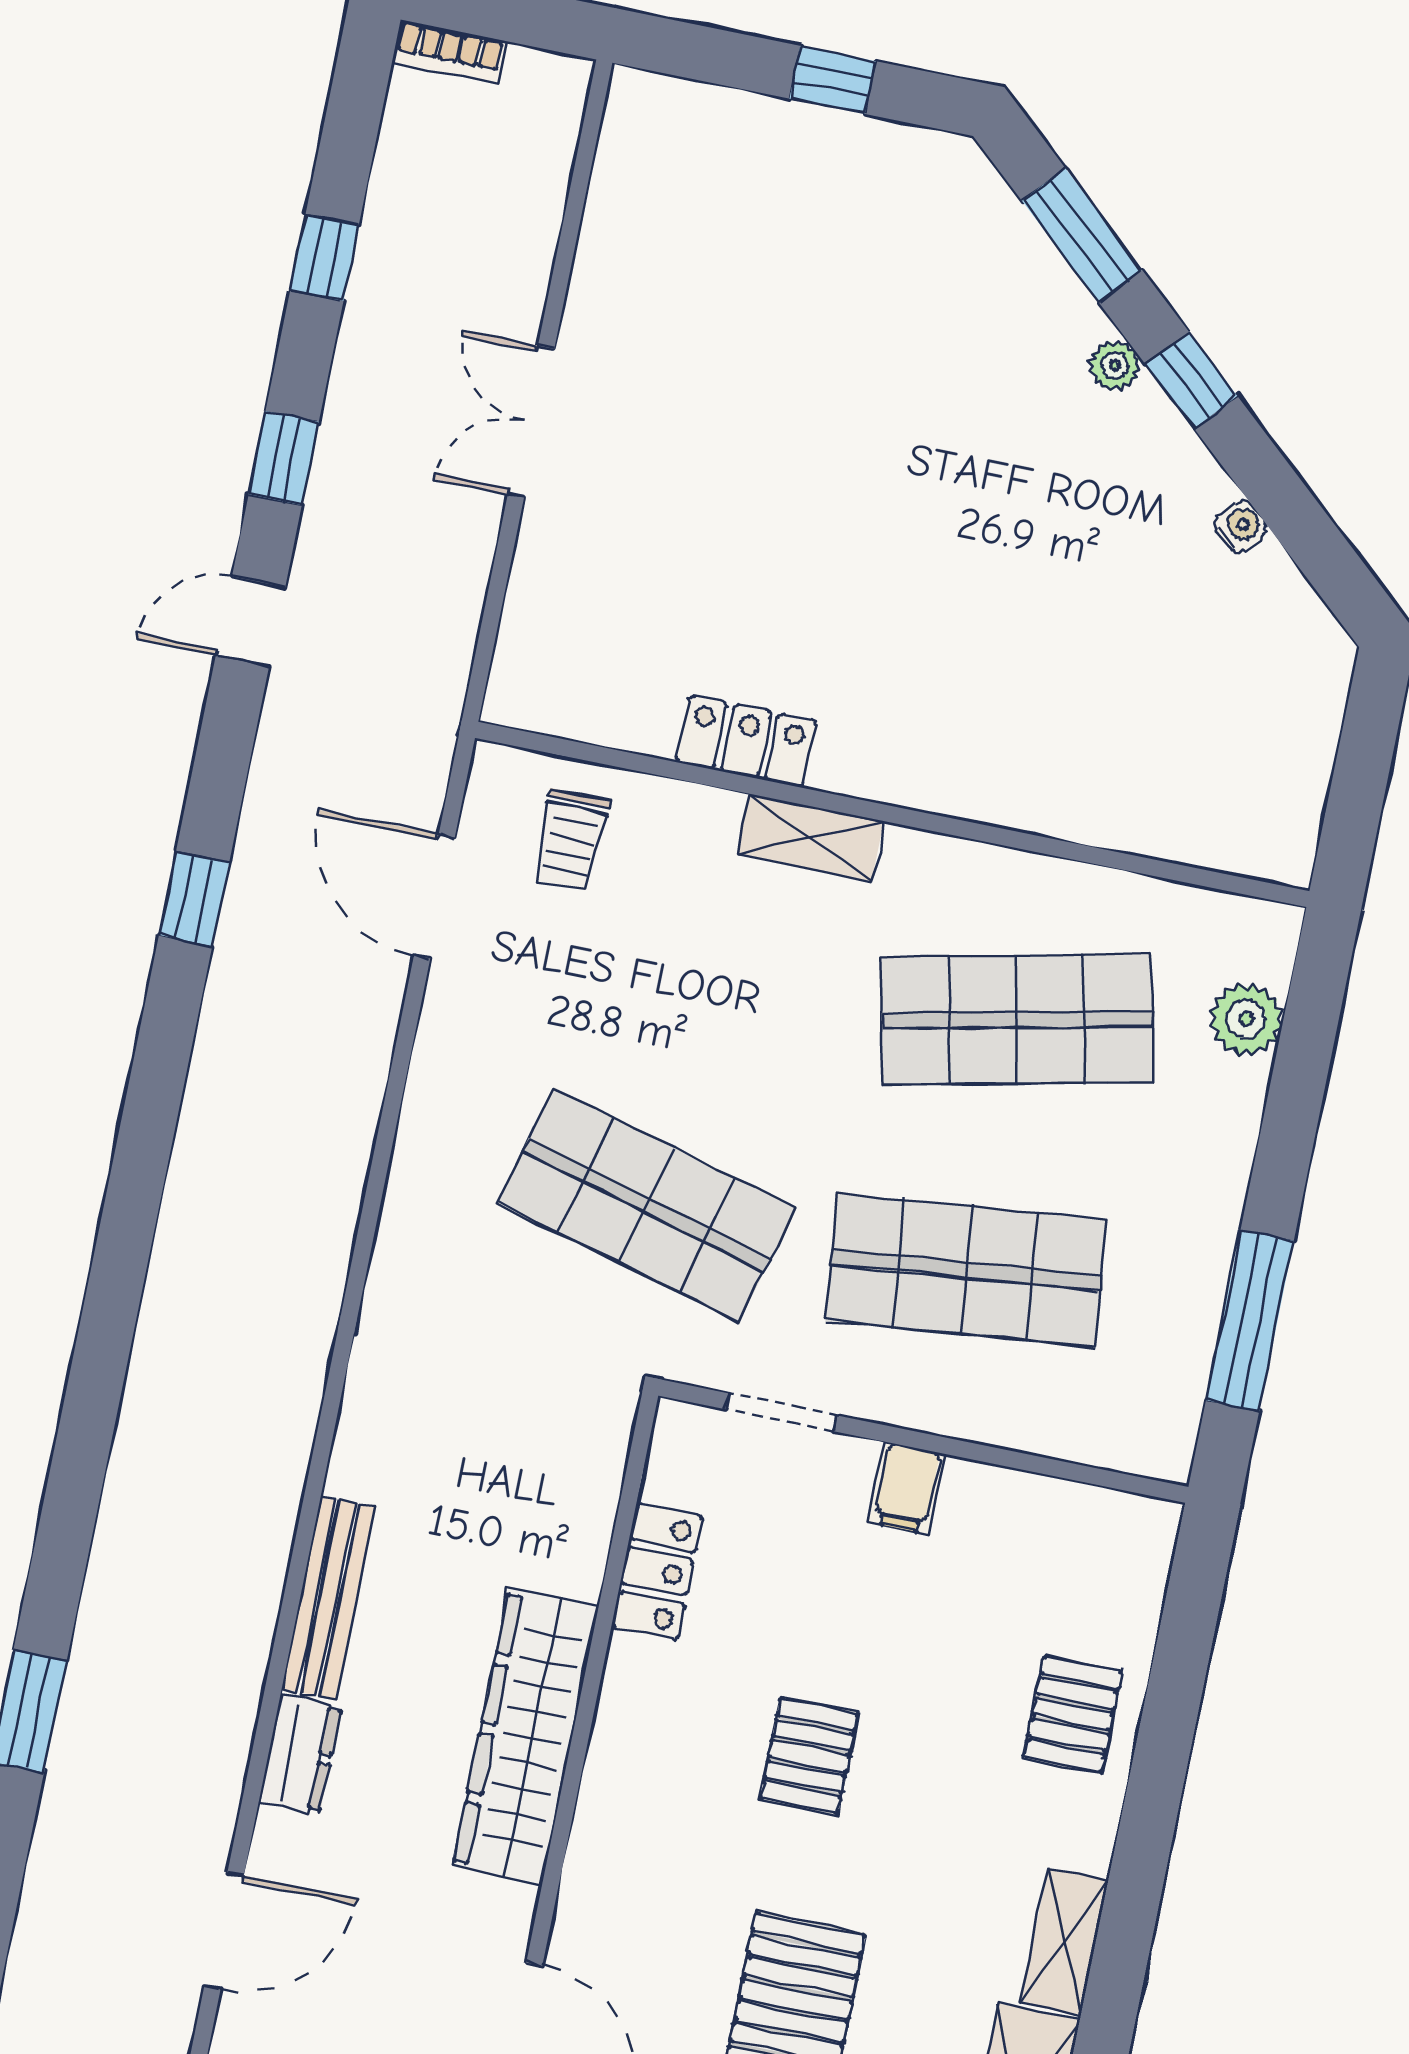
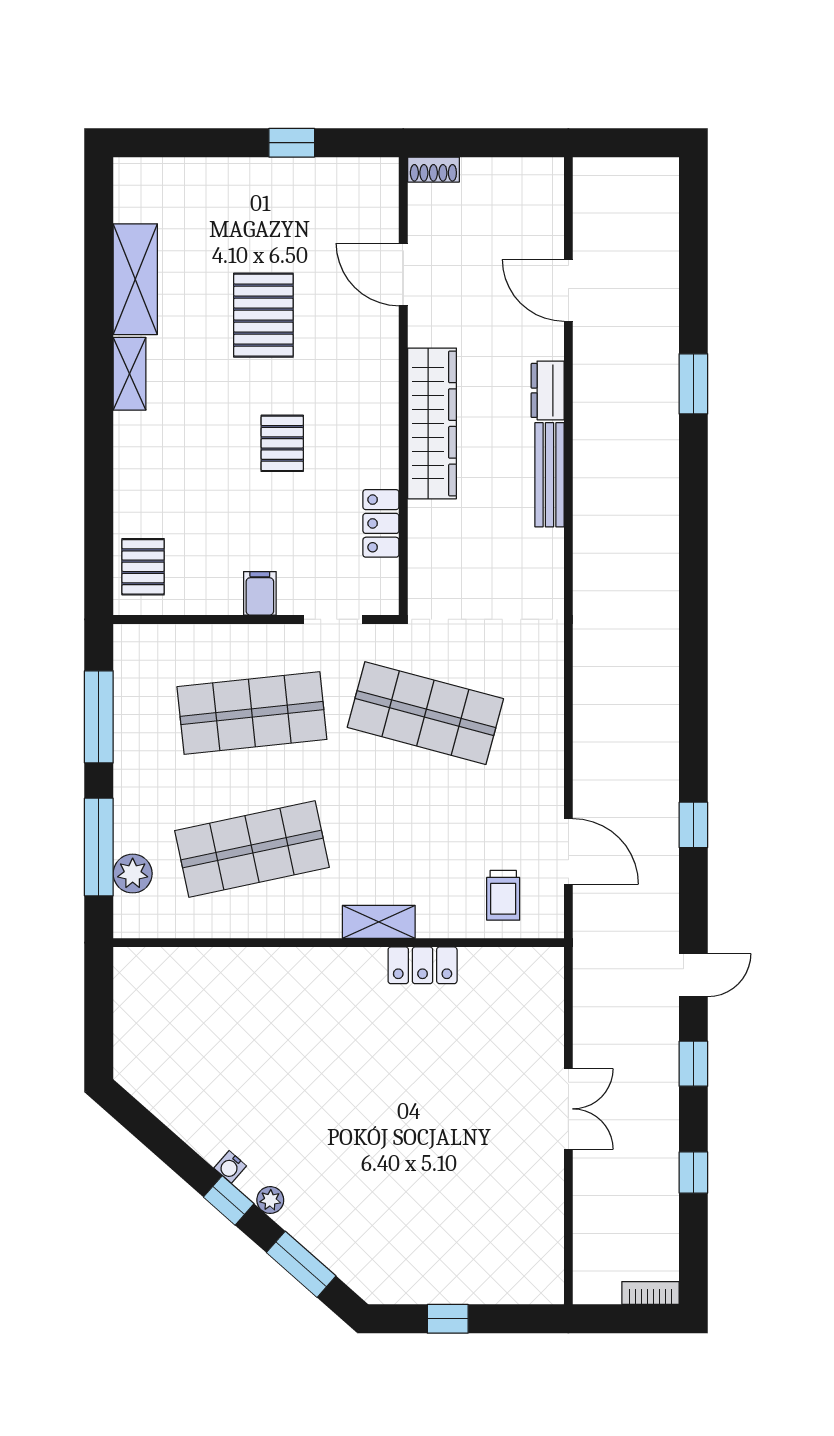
water cooler: (1241, 527) -> (230, 1167), moved
trolley: (571, 840) -> (503, 895), turned 180
window: (1299, 1081) -> (99, 847), added
pallet: (1073, 1714) -> (143, 567), moved
door: (224, 1931) -> (568, 290), hinge flipped

